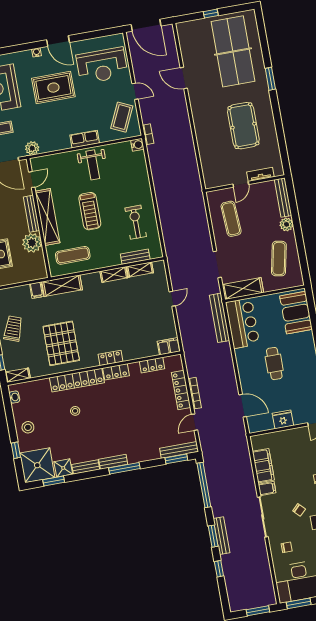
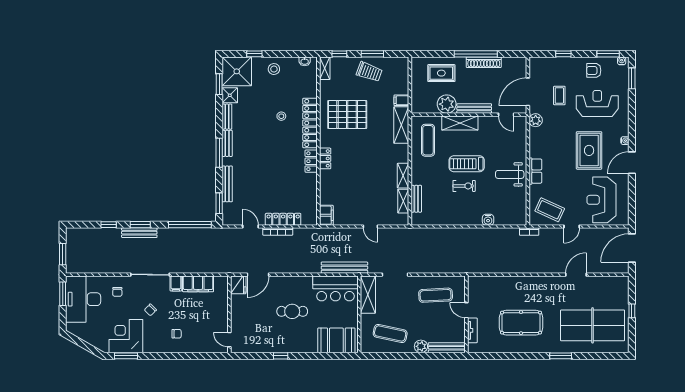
water cooler: (137, 145) -> (488, 220), moved
shelving: (47, 217) -> (460, 123), width x0.68
exercise bike: (136, 222) -> (464, 186), moved, width x0.73, depth x0.72
locker: (152, 365) -> (311, 196), removed
fridge: (283, 419) -> (238, 285), moved
bench: (179, 450) -> (227, 184), moved

